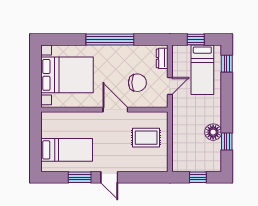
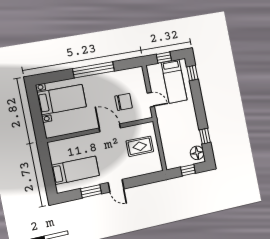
dresser: (162, 58) -> (140, 78), removed
bed with nightstands: (67, 75) -> (62, 100), width x0.73
door: (170, 86) -> (151, 100), hinge flipped
floor lamp: (213, 132) -> (197, 153), moved

